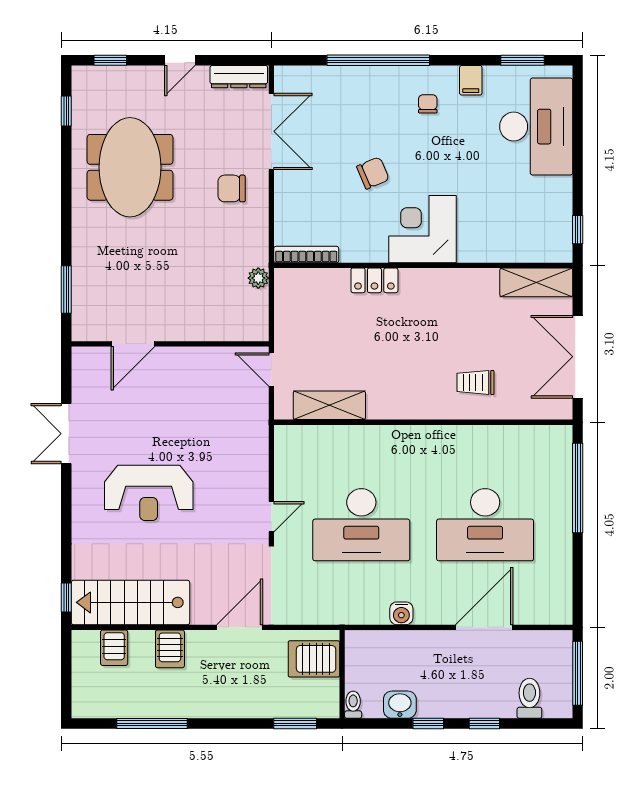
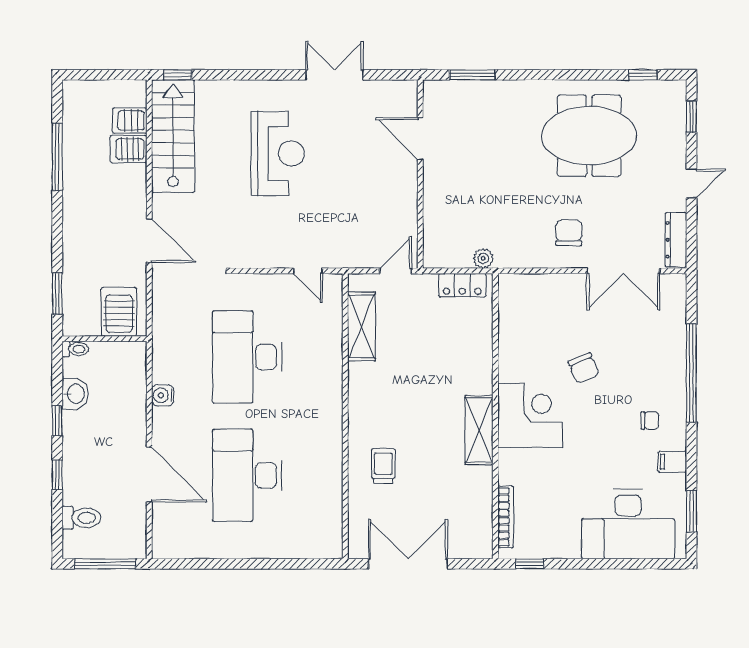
door: (180, 60) -> (691, 183), swing flipped
bookcase: (306, 255) -> (506, 517), moved
locker: (374, 280) -> (462, 285), moved, turned -90
shelving: (536, 282) -> (479, 430), moved
window: (578, 488) -> (282, 564), removed
reception desk: (149, 493) -> (278, 154), turned 180
door: (271, 517) -> (308, 271), moved
server rack: (170, 649) -> (129, 149), moved

